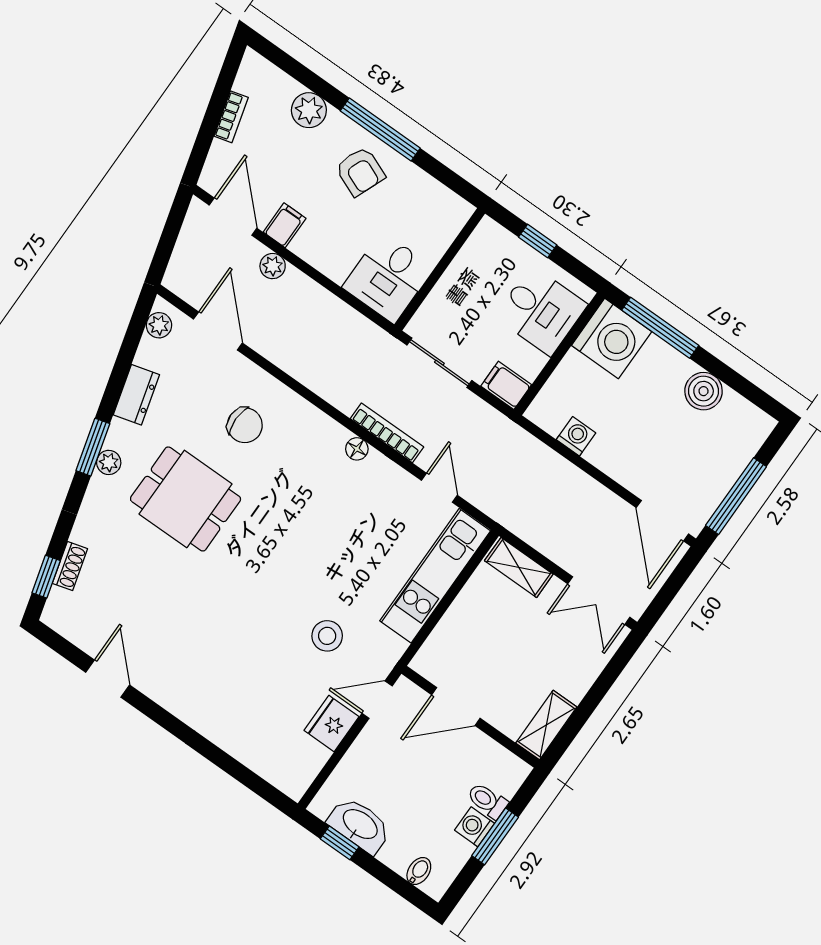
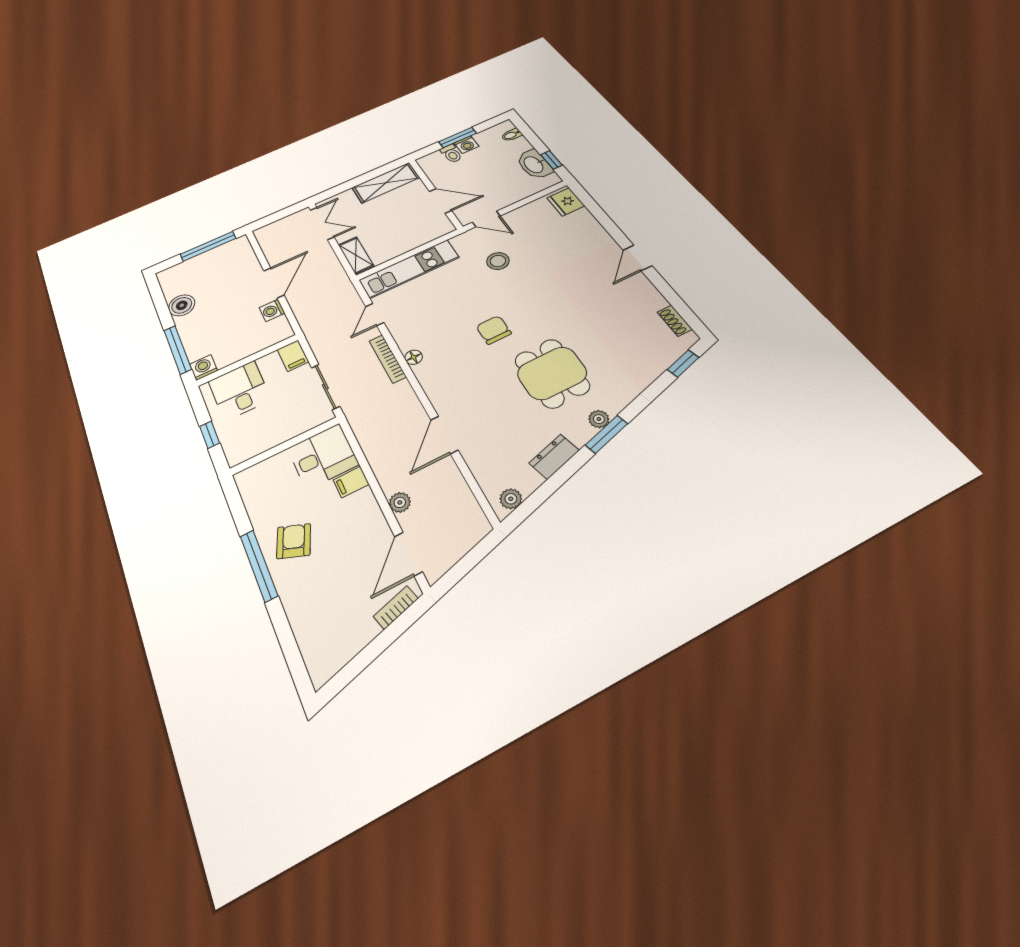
plant: (309, 110) -> (301, 609), removed
bookcase: (231, 117) -> (396, 607), moved
filing cabinet: (285, 225) -> (351, 482), moved
door: (218, 331) -> (444, 435), moved
washing machine: (612, 339) -> (204, 367), width x0.53, depth x0.53
chair: (245, 425) -> (494, 330), moved
door: (662, 521) -> (274, 283), moved
shoe rack: (70, 566) -> (675, 321), moved, turned -75
door: (108, 679) -> (637, 258), moved
fridge: (332, 724) -> (566, 202), moved, turned 90
shelving: (546, 725) -> (386, 183), width x1.50, depth x1.33

